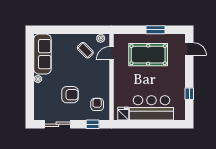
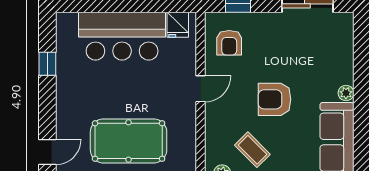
door: (189, 49) -> (47, 152), swing flipped
door: (112, 53) -> (201, 89), moved
armchair: (70, 95) -> (275, 99), moved

